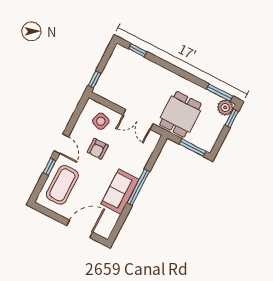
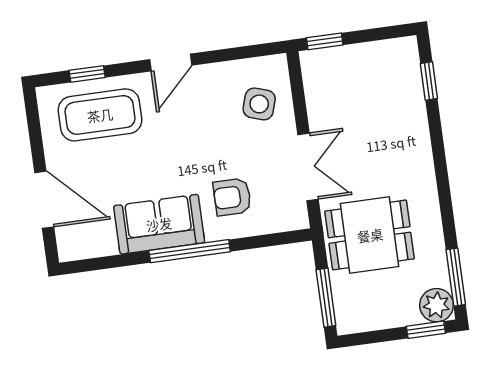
double door: (138, 119) -> (308, 167), swing flipped
armchair: (98, 149) -> (232, 197), moved
window: (50, 167) -> (87, 74), moved

